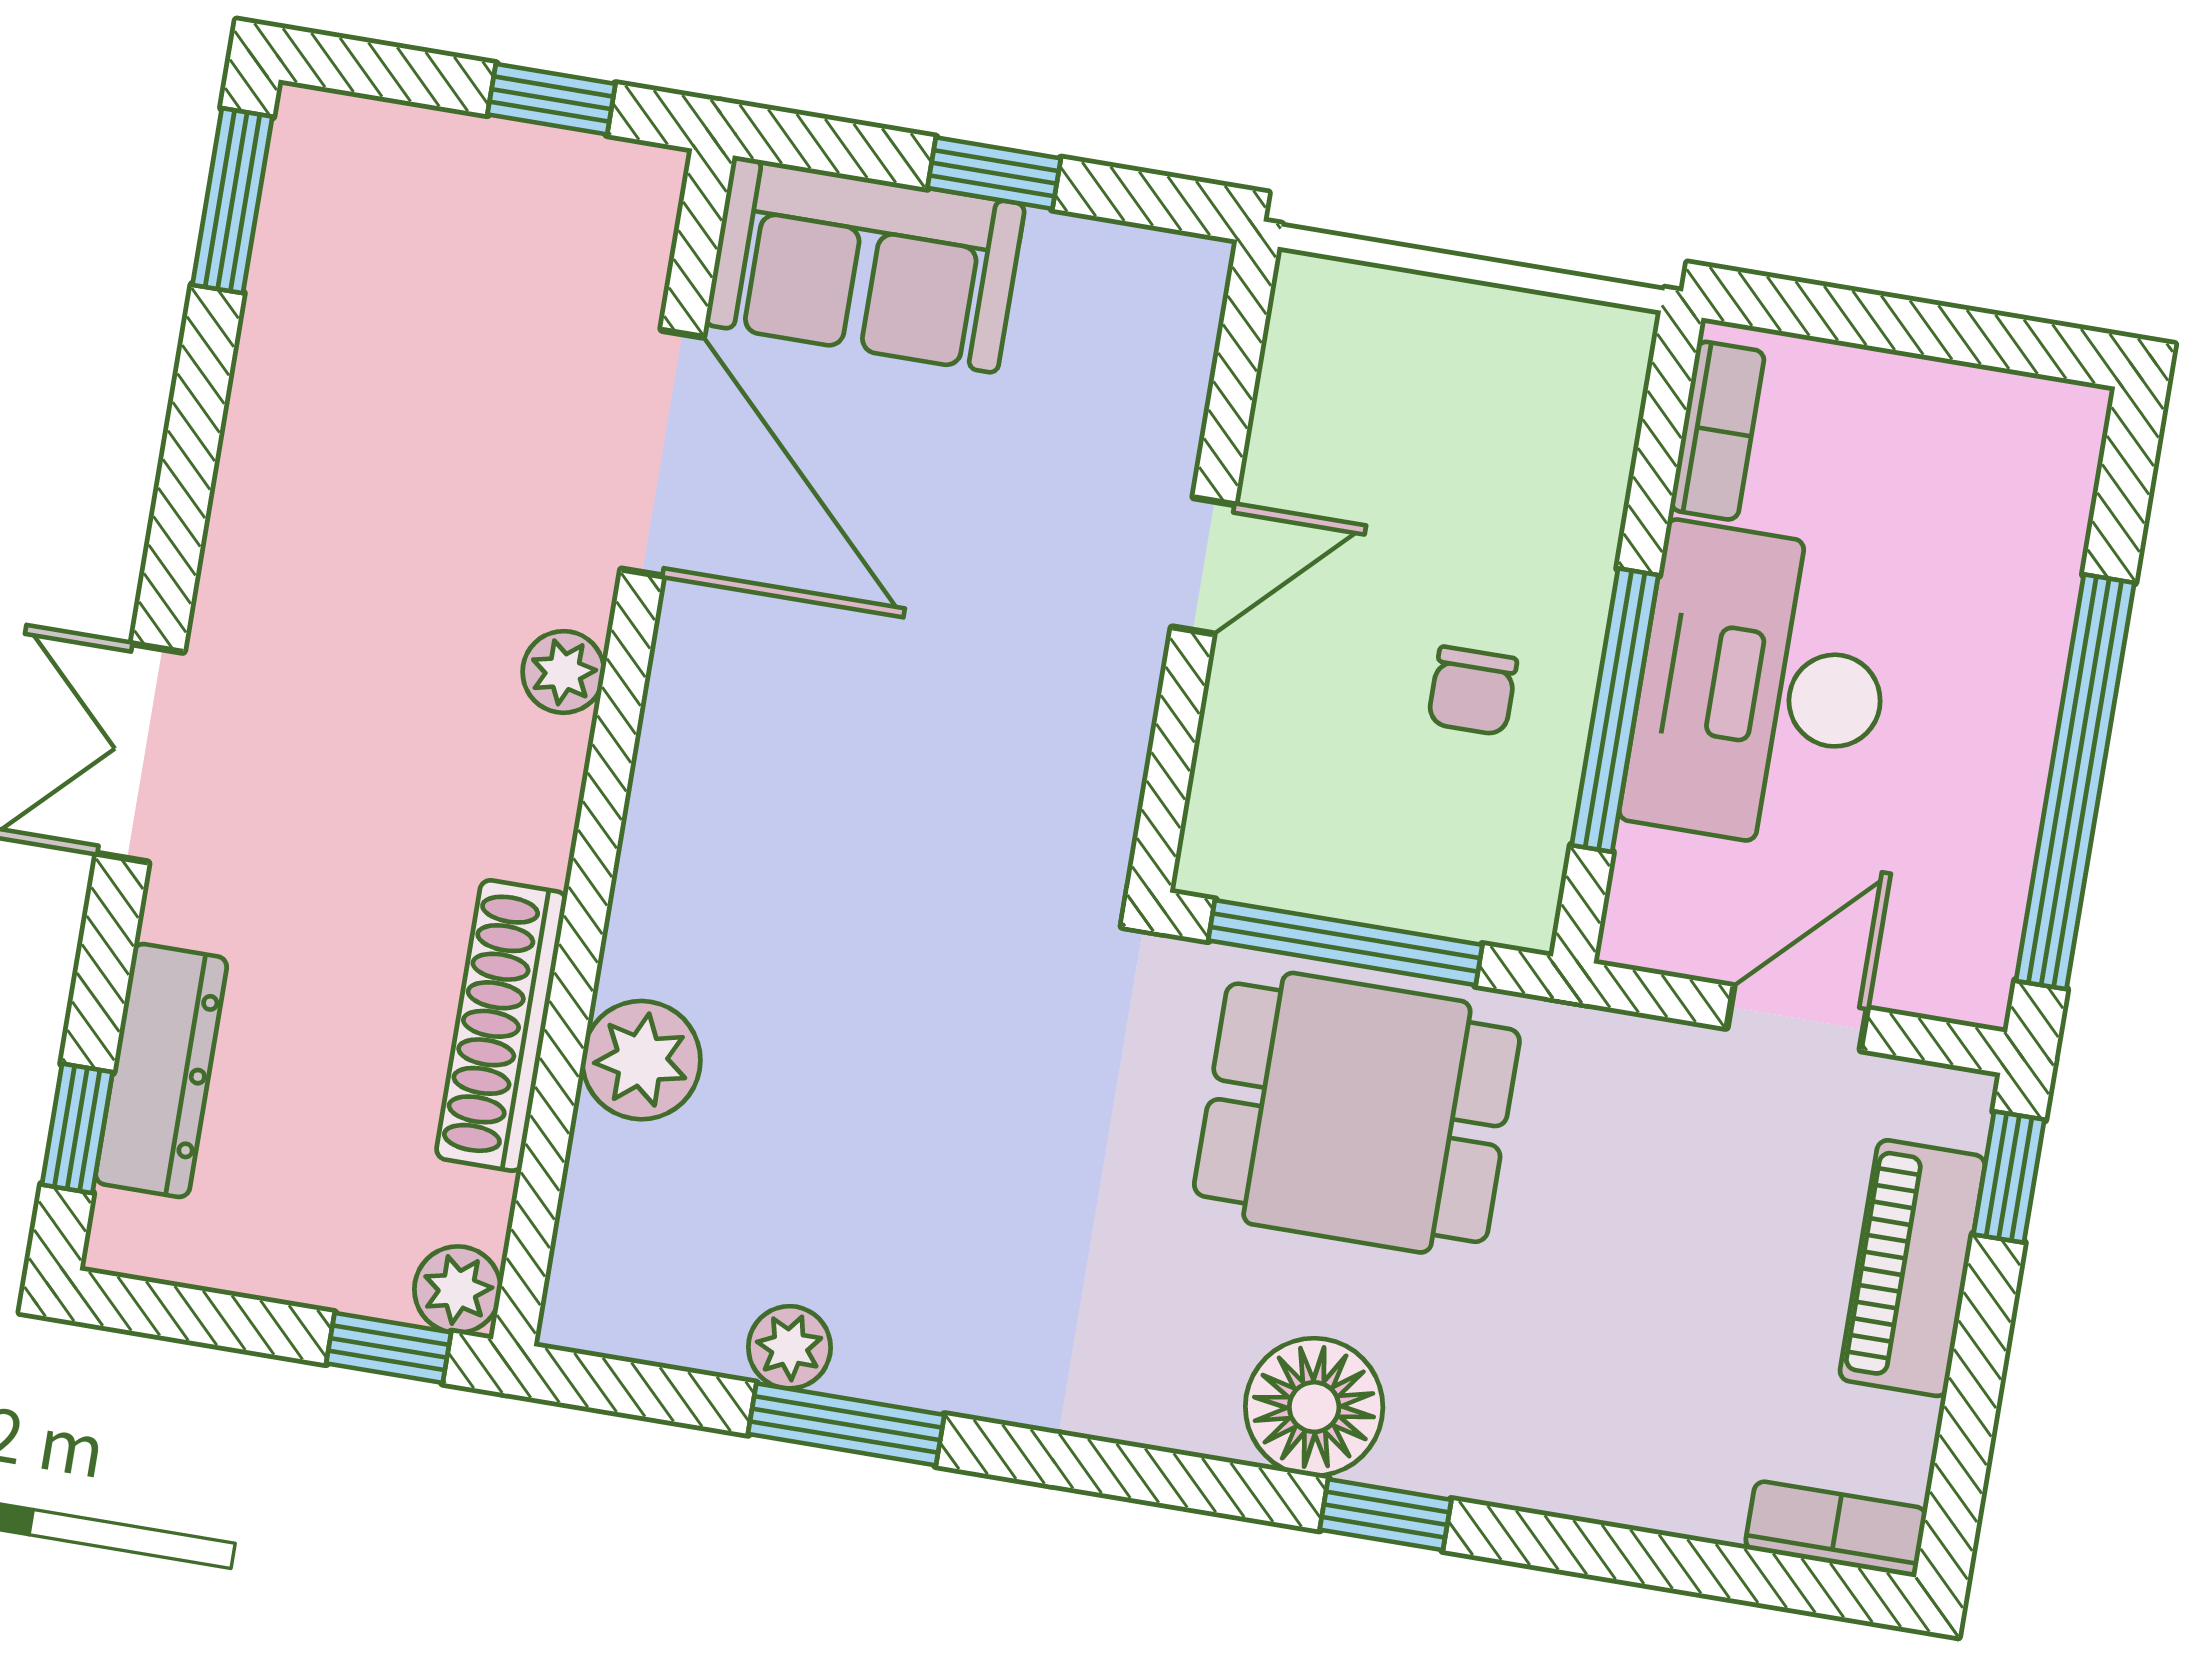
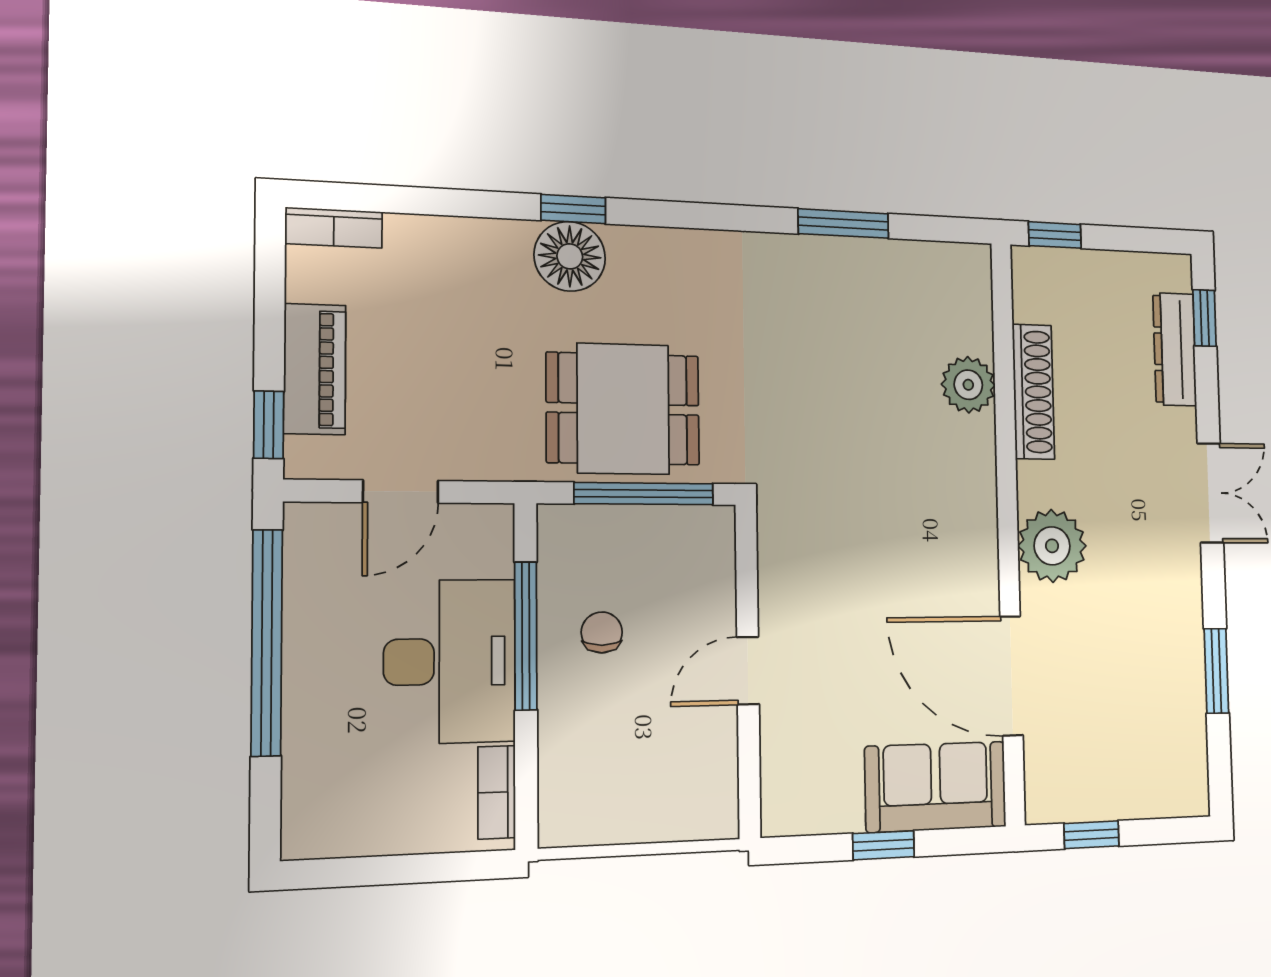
window: (232, 201) -> (1216, 671), moved
plant: (563, 672) -> (1052, 546), width x1.87, depth x1.87
plant: (458, 1290) -> (1030, 266), removed
plant: (789, 1347) -> (876, 257), removed
floor lamp: (1314, 1407) -> (570, 256), moved

